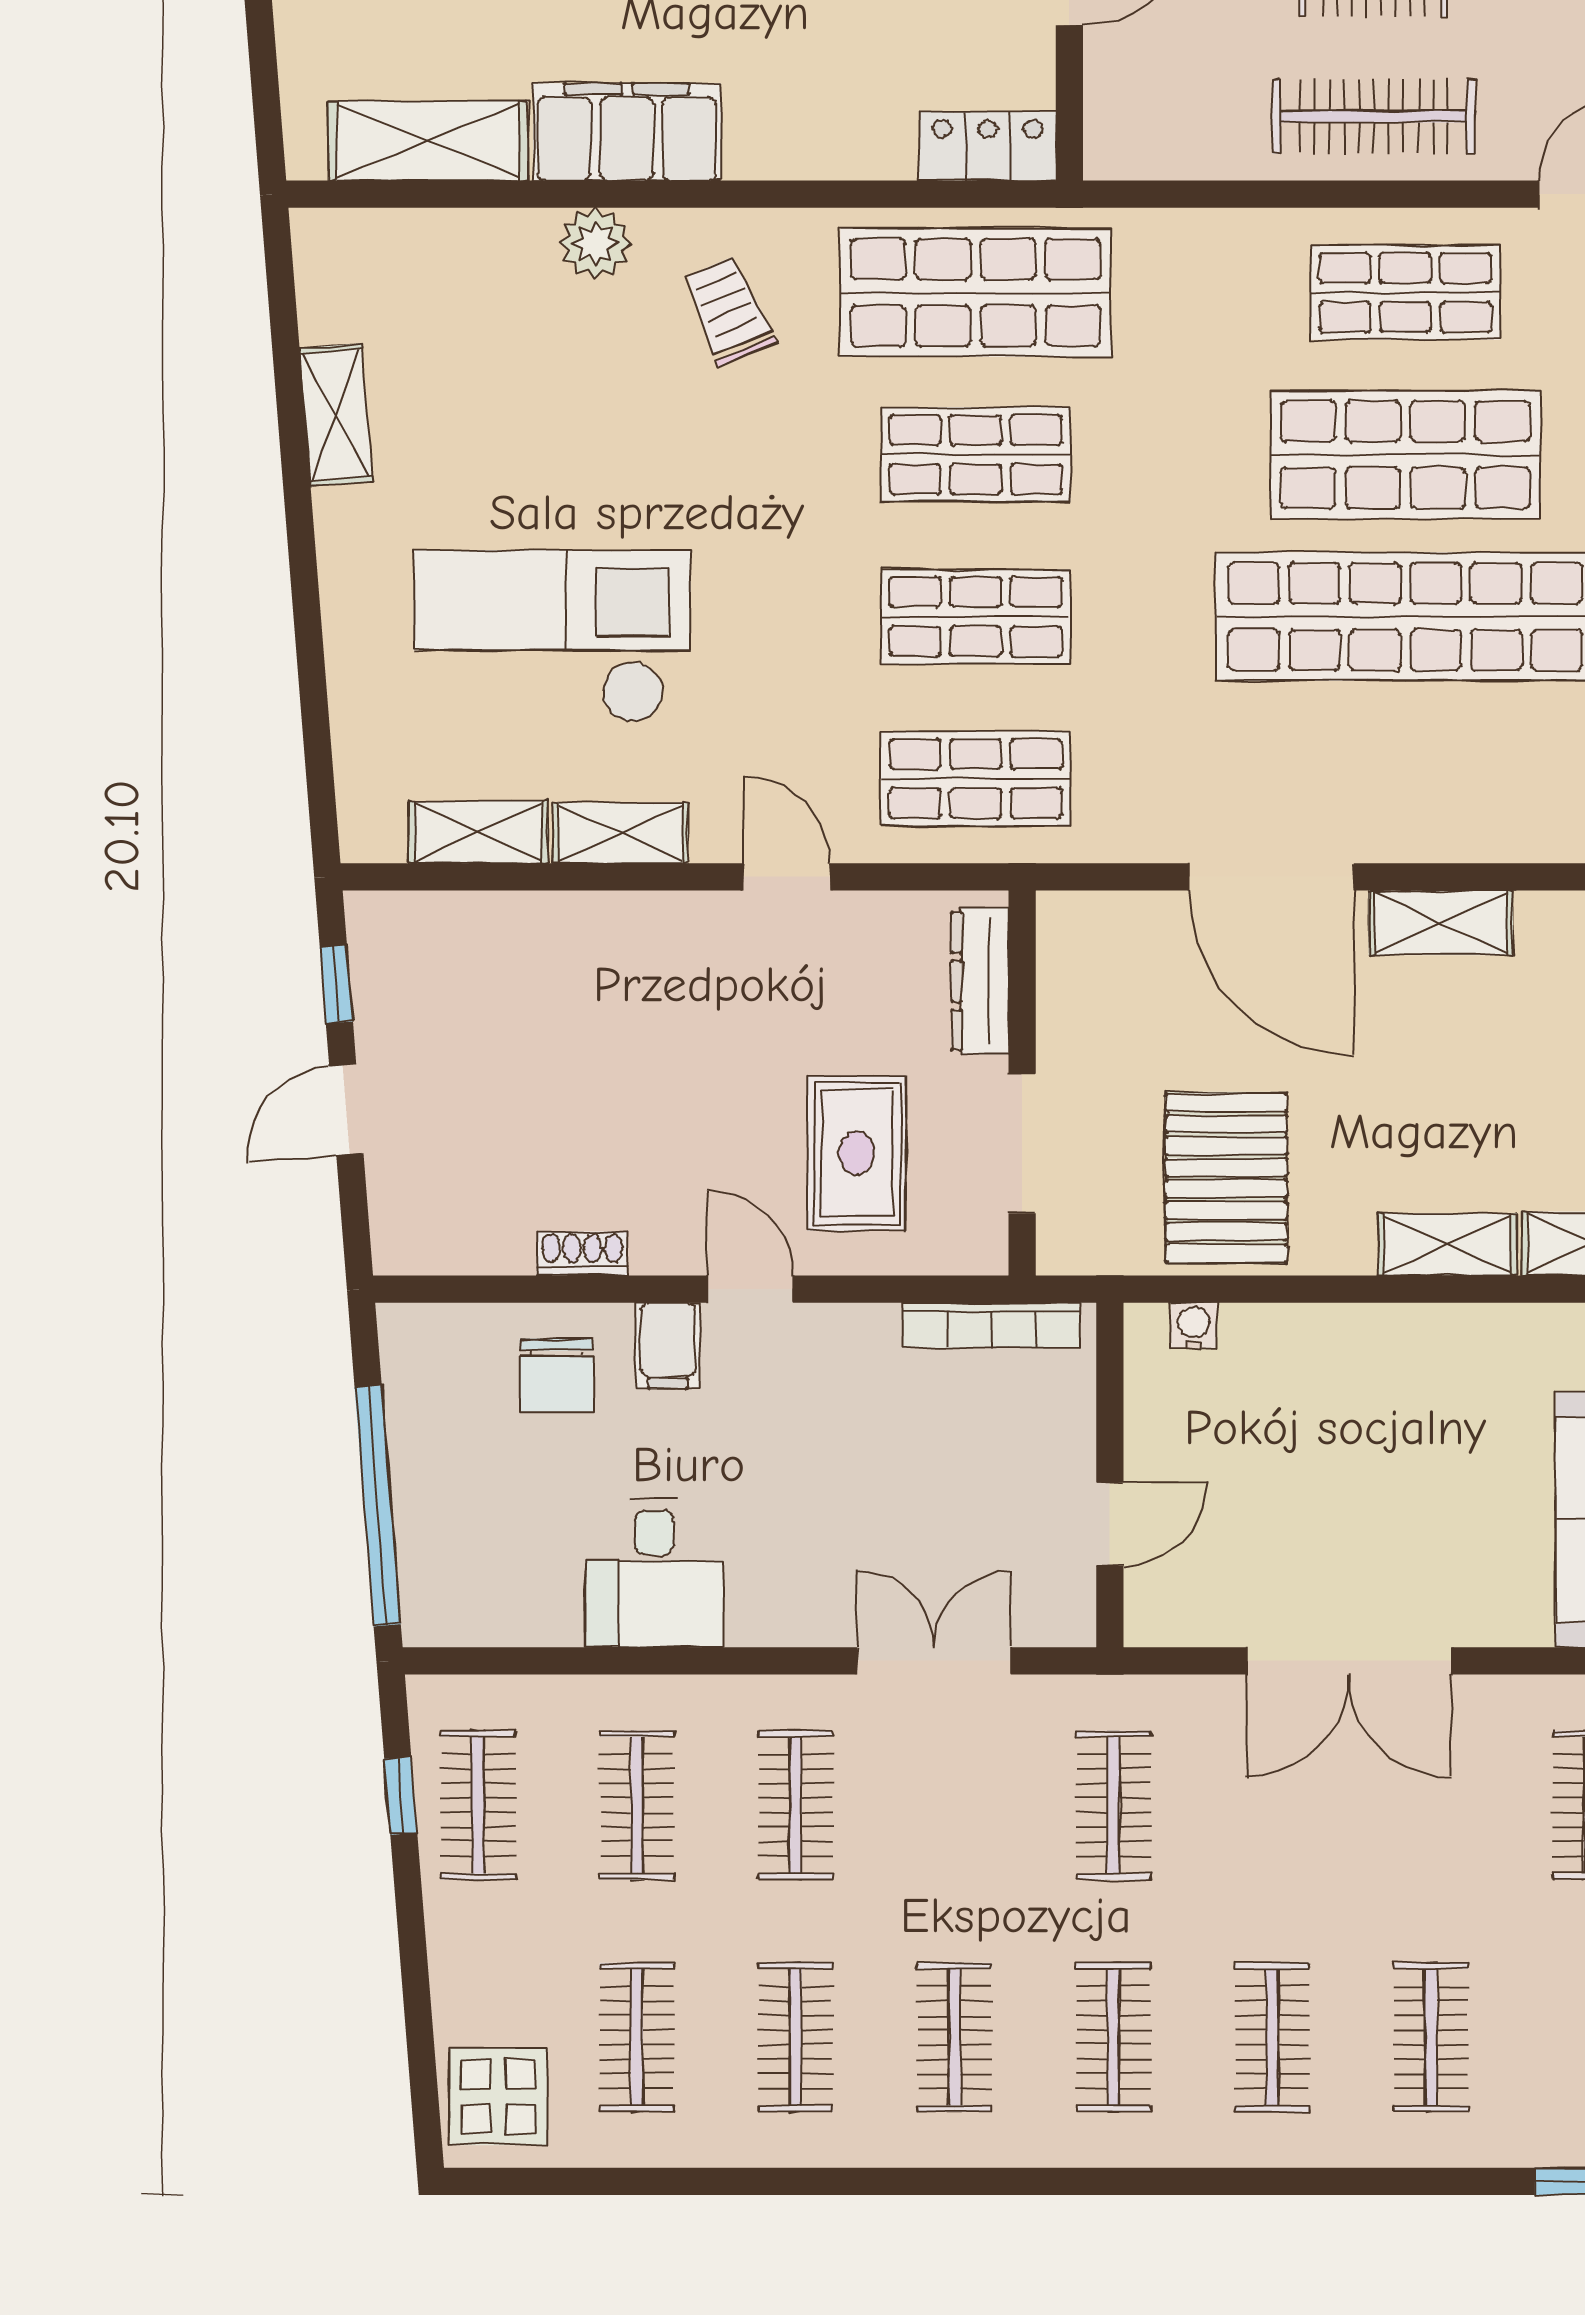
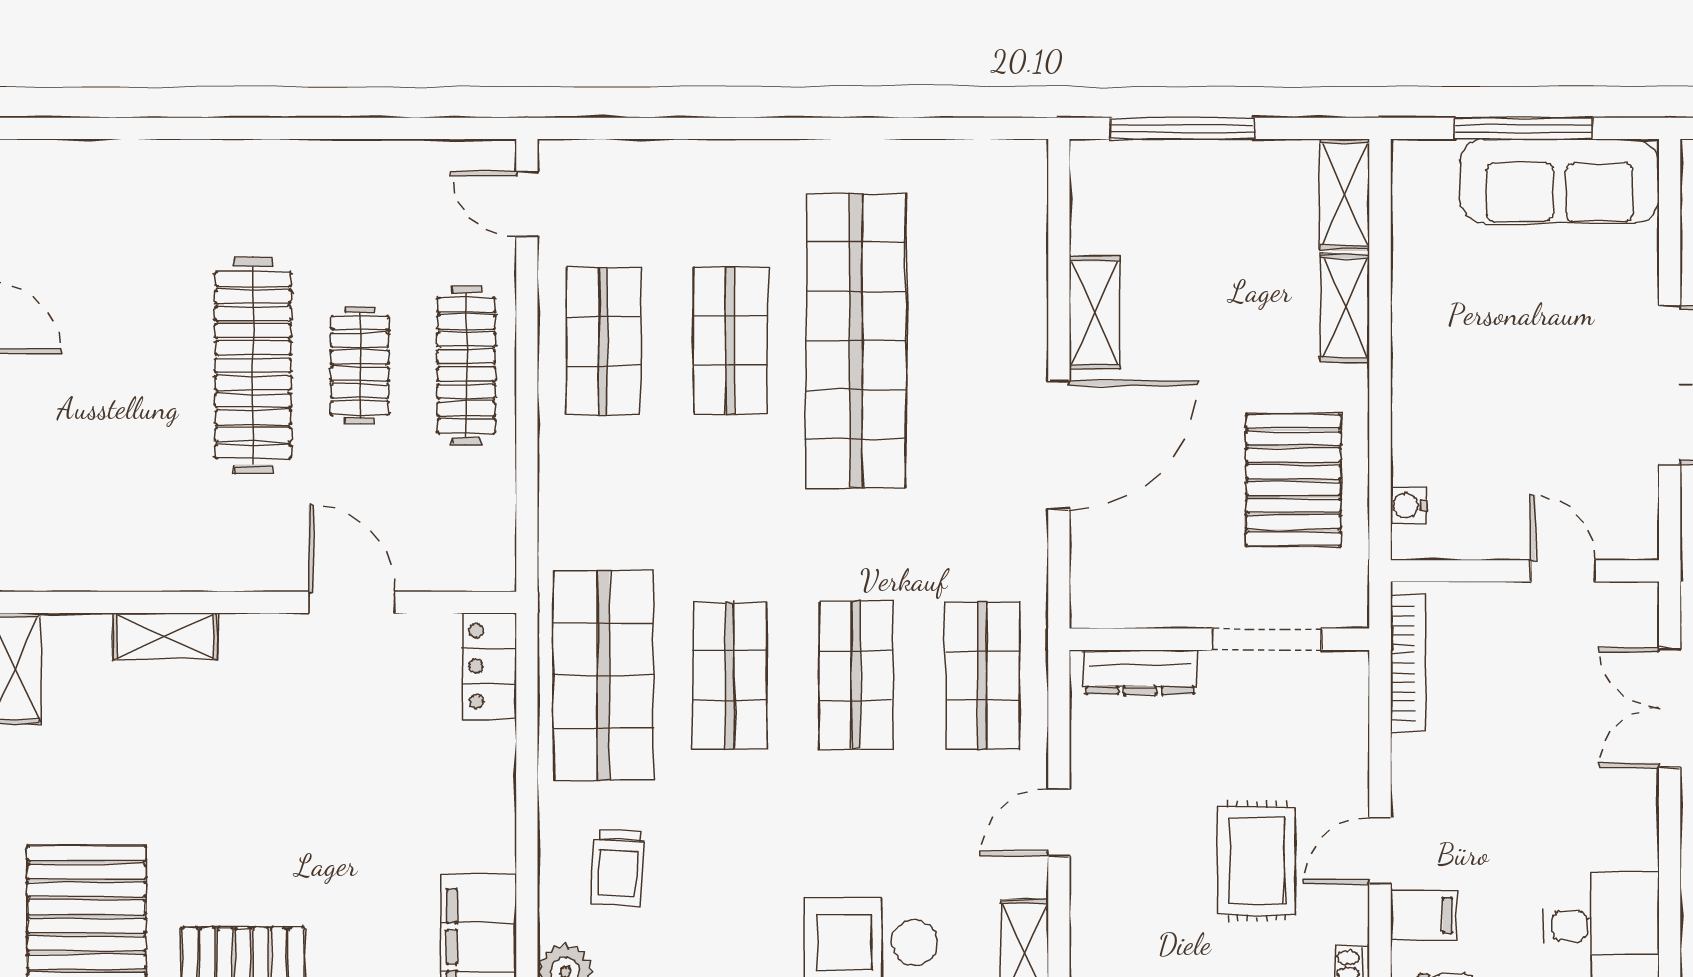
trolley: (729, 311) -> (618, 868), turned -64
shop shelf: (1405, 454) -> (730, 341), width x0.70, depth x0.74
rug: (857, 1153) -> (1257, 861), moved, turned 90
pallet: (1226, 1178) -> (1293, 480), turned 90

